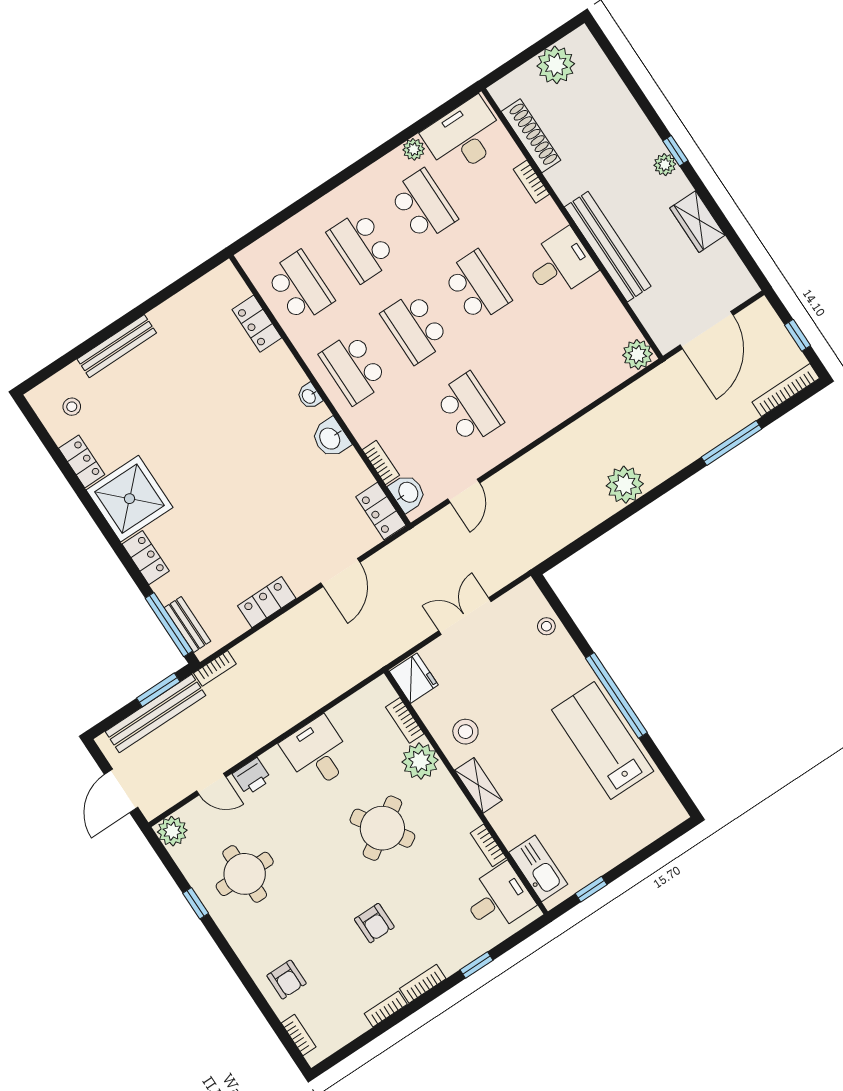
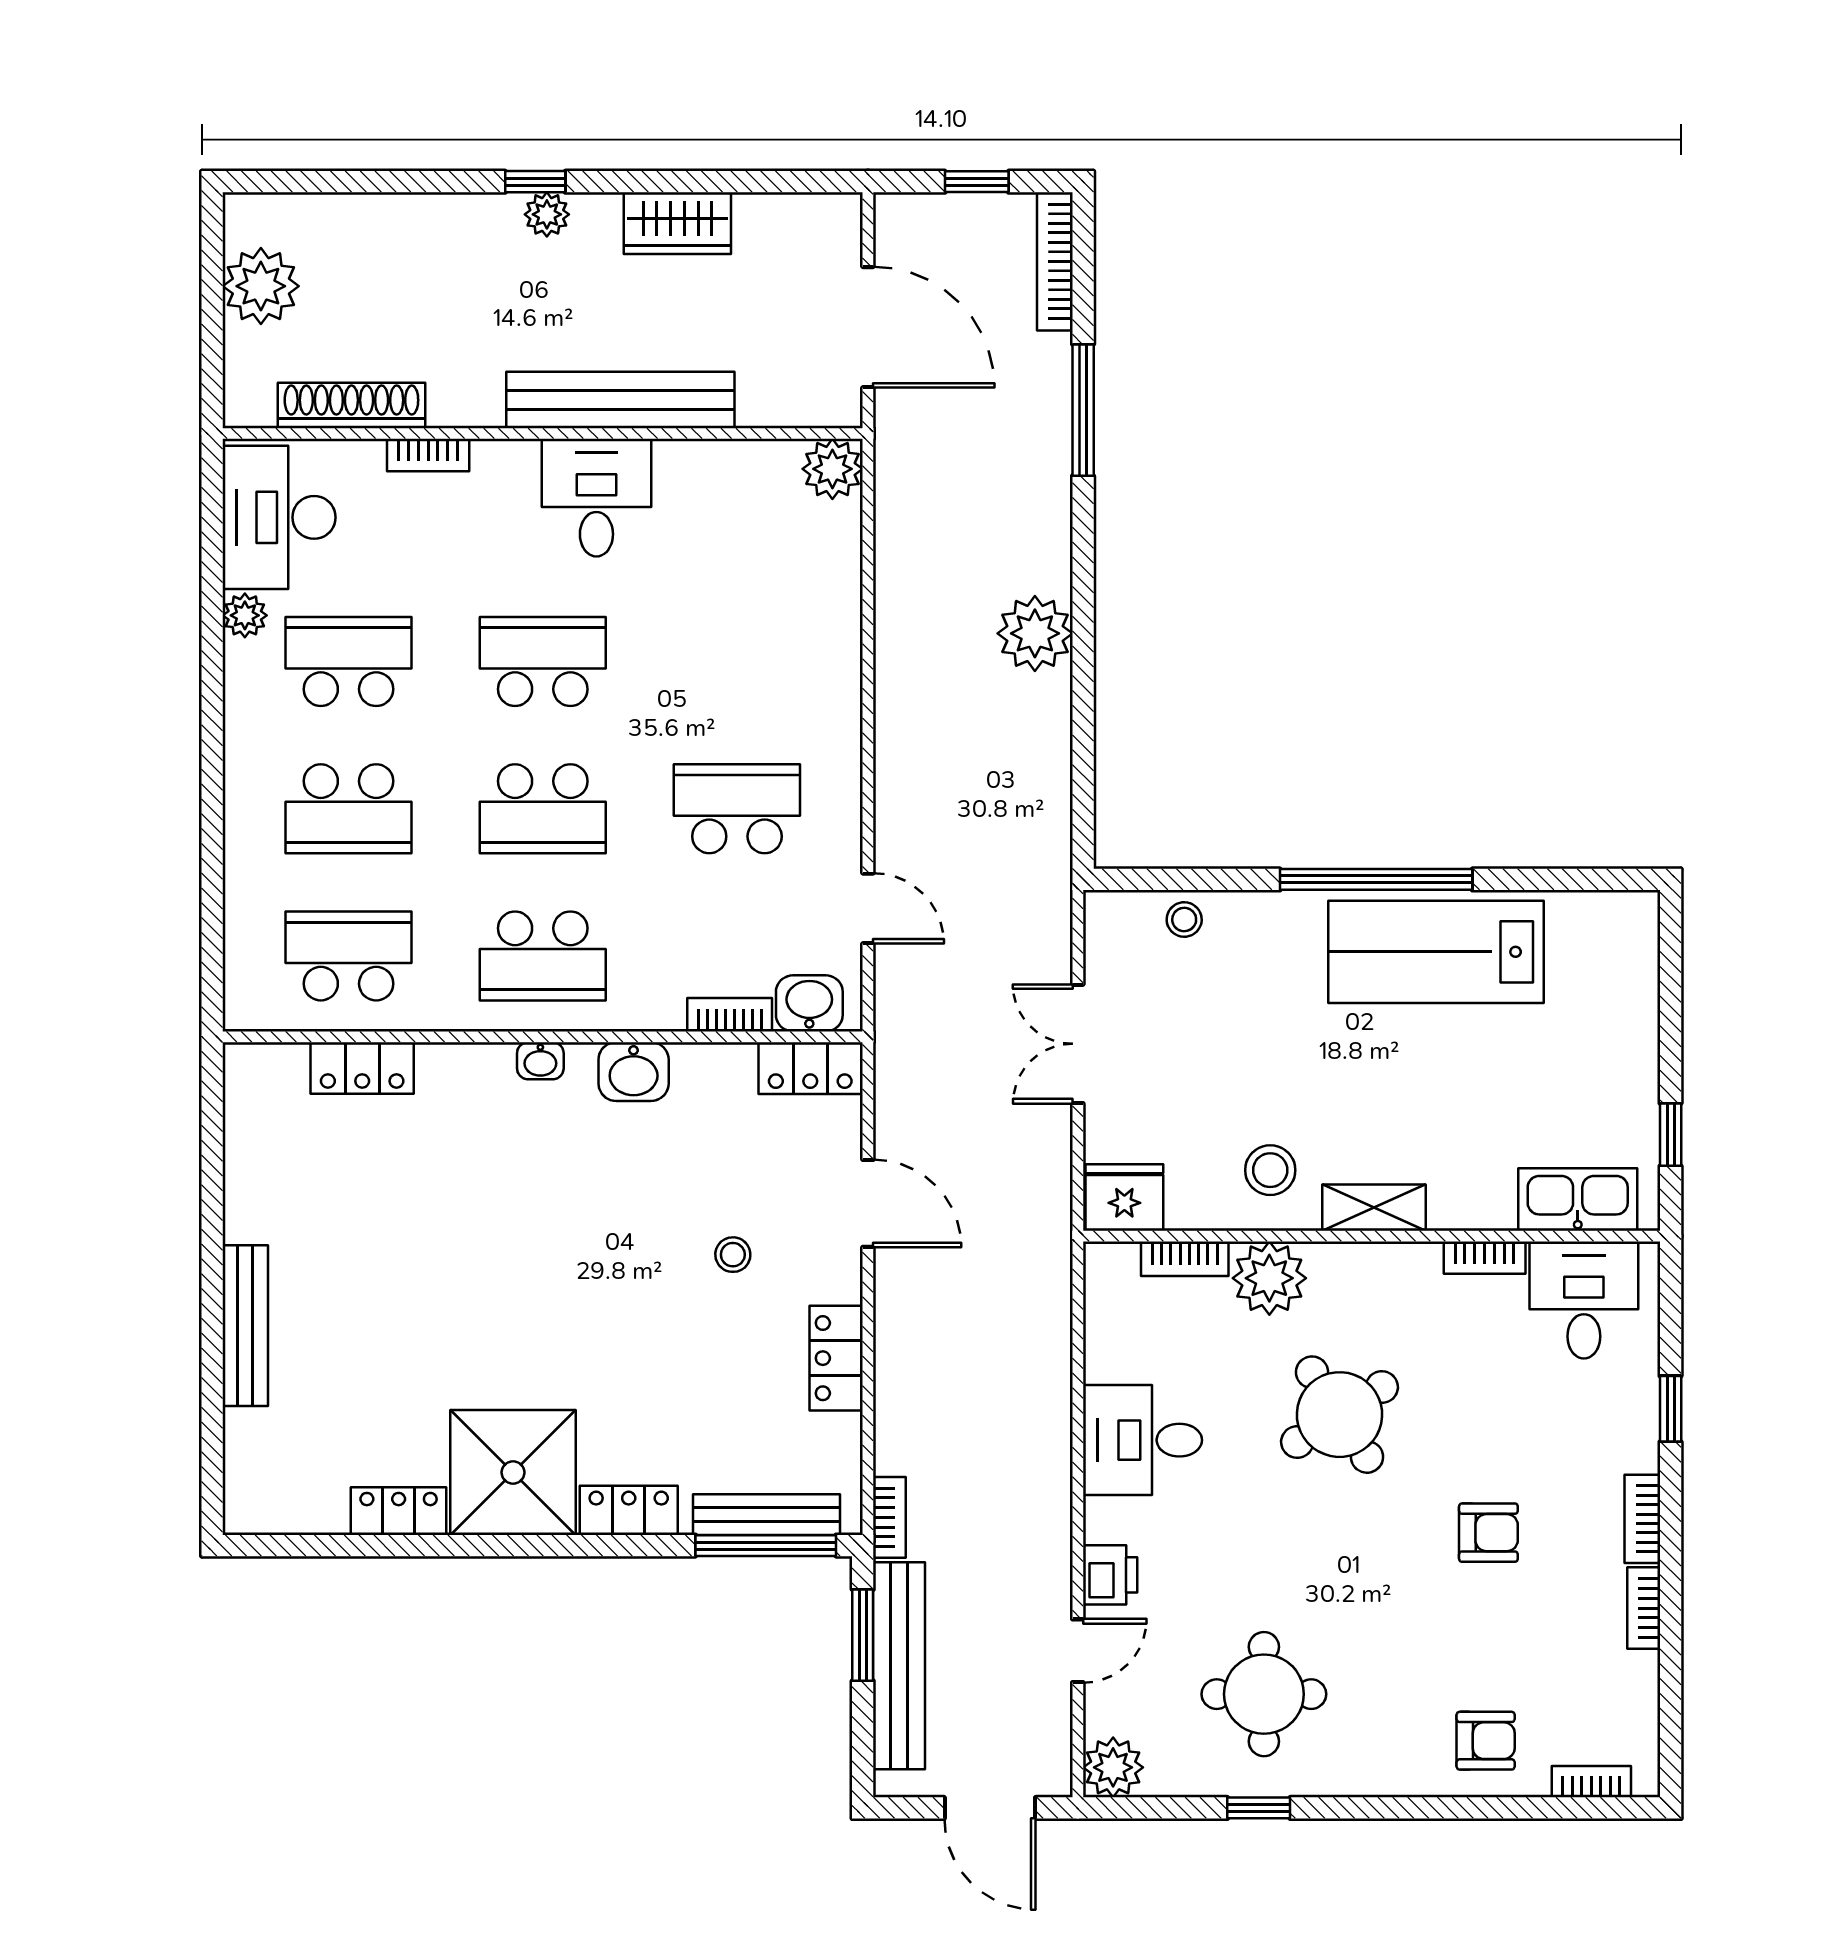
stool: (72, 407) -> (733, 1255), moved
bench: (187, 624) -> (767, 1515), width x1.36

